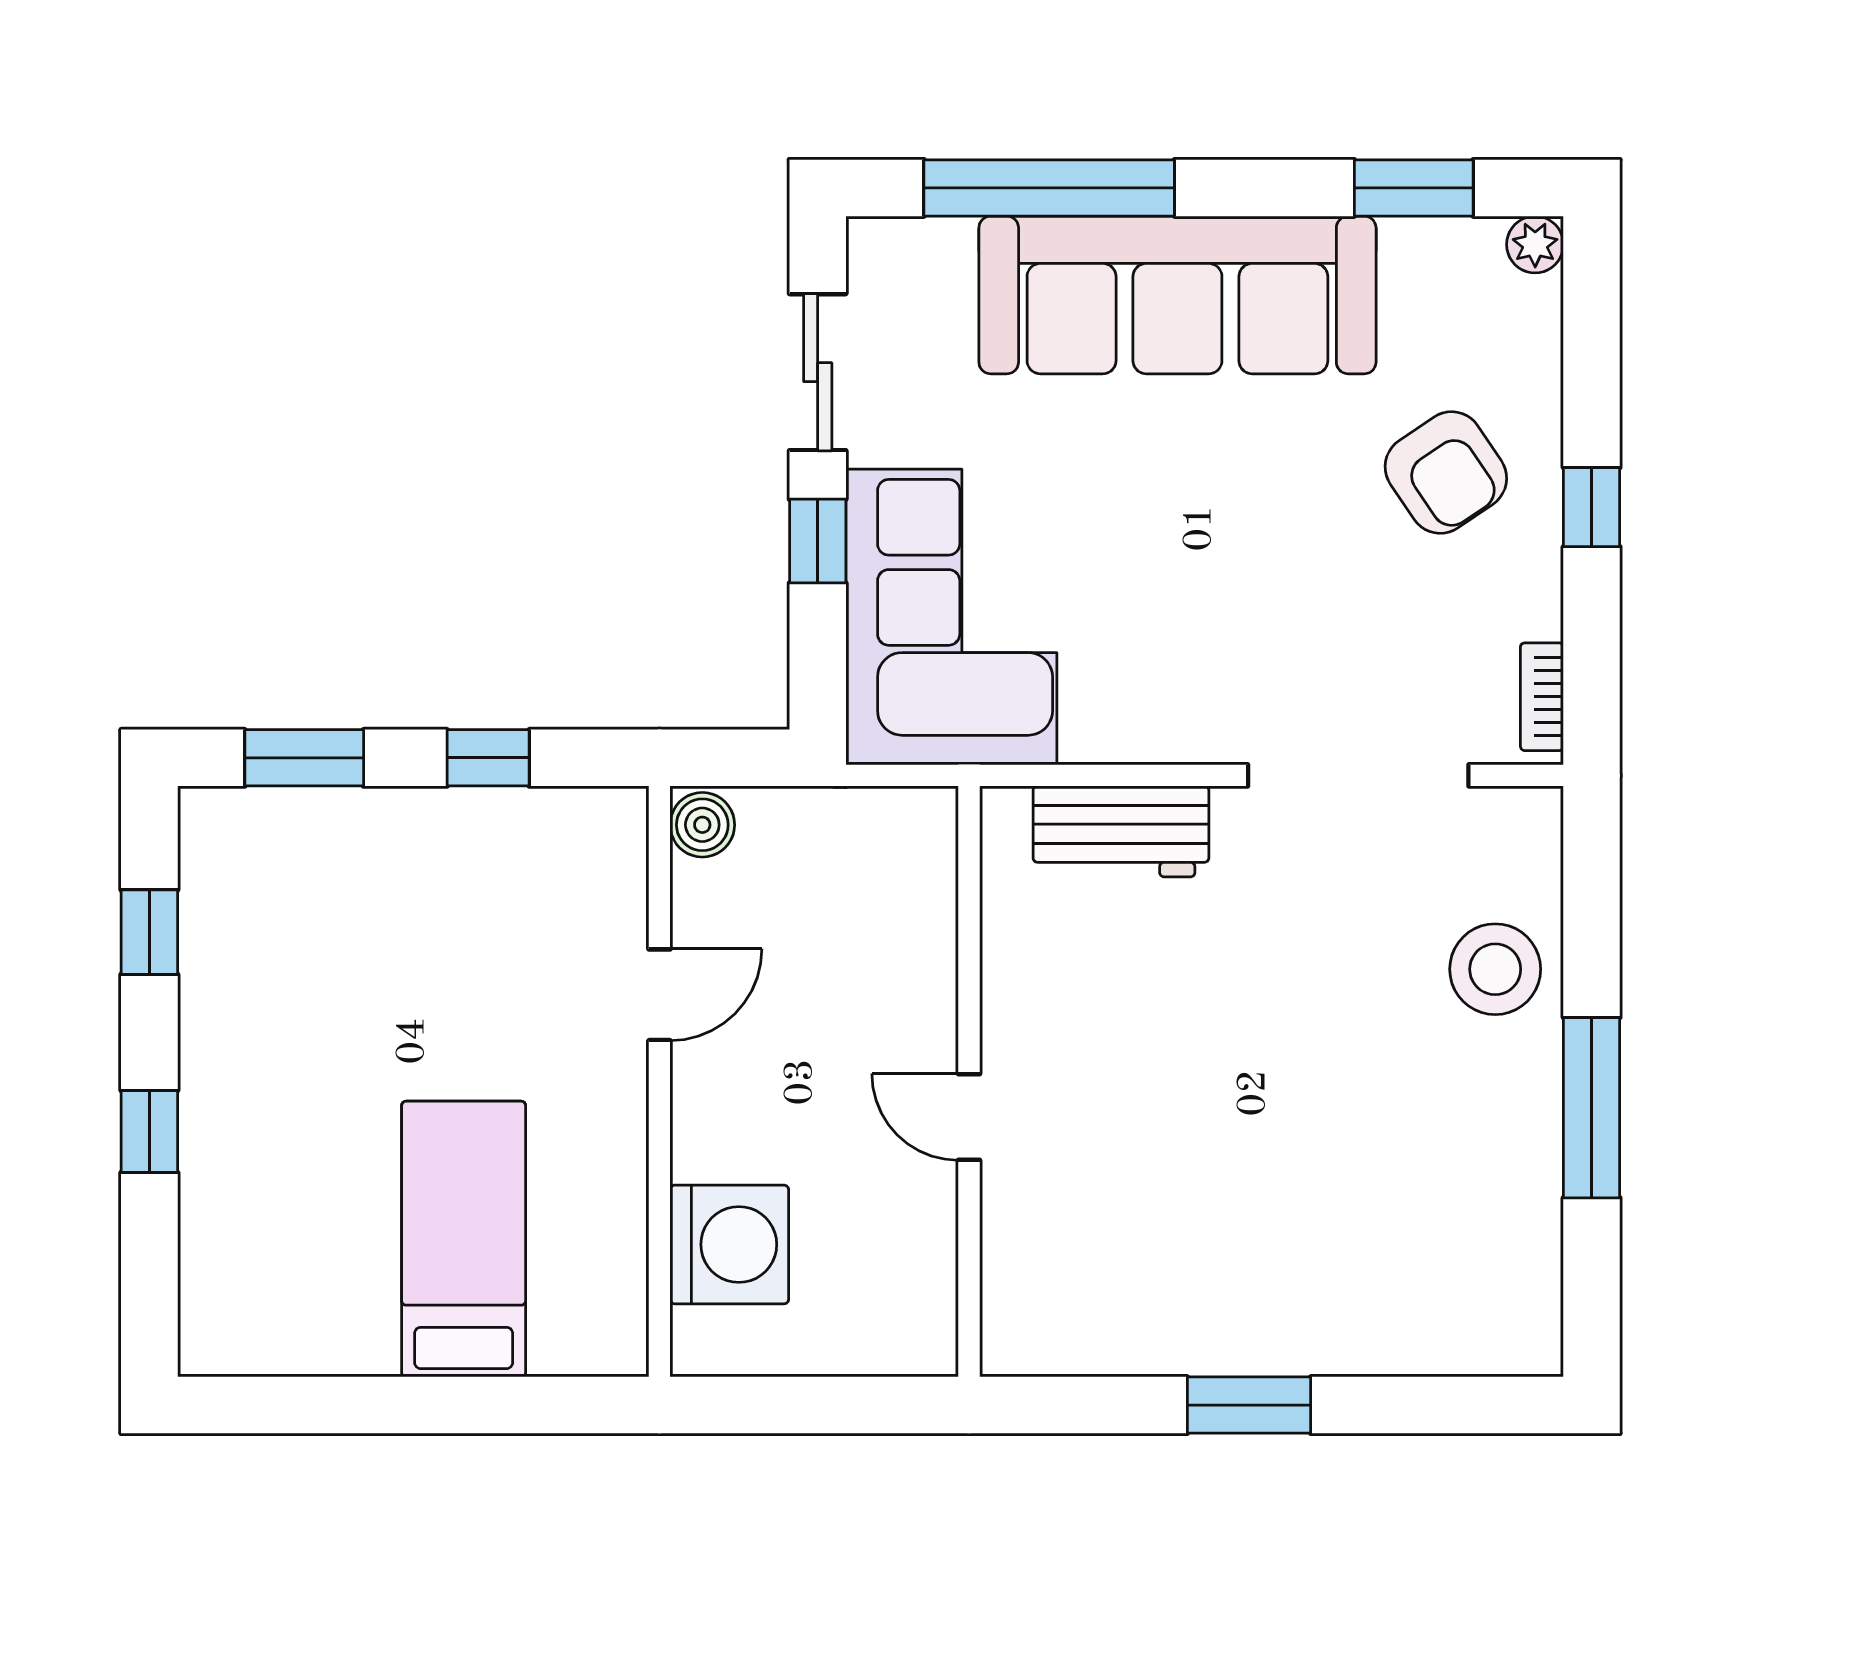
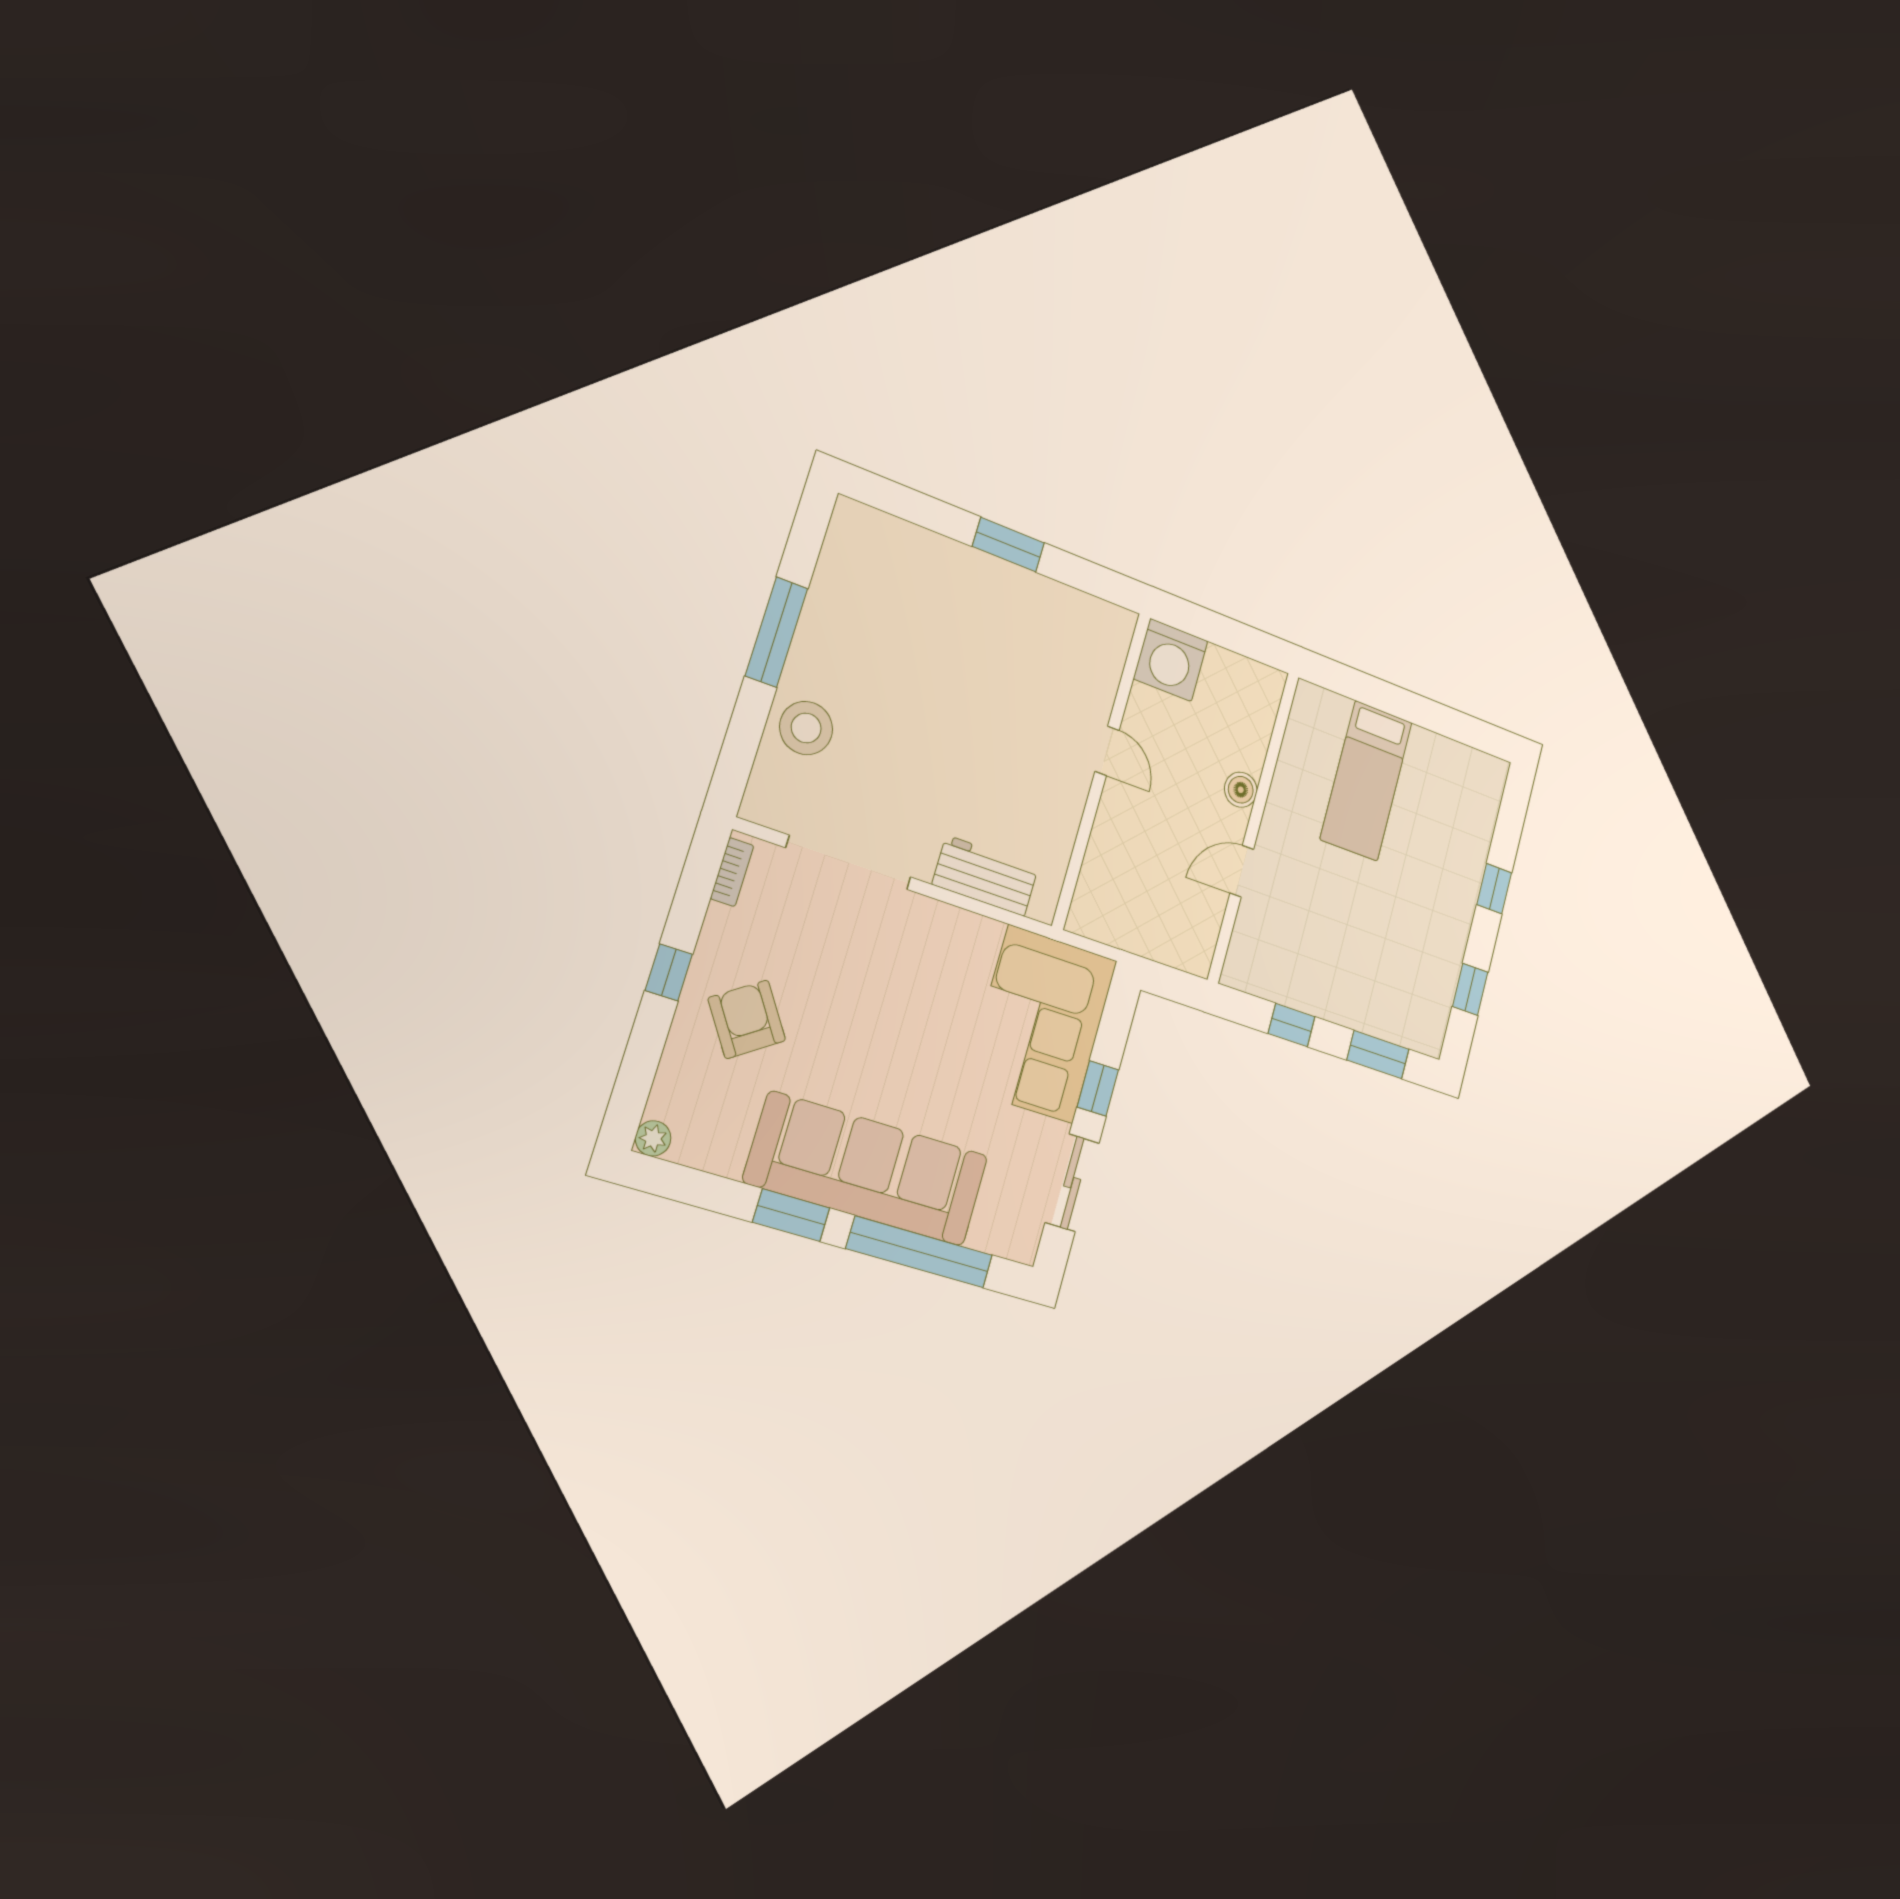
window: (1414, 188) -> (791, 1215), moved
boiler: (702, 825) -> (1241, 790), moved
washing machine: (729, 1244) -> (1171, 660), moved, turned -90

